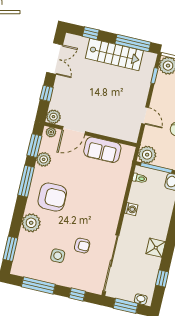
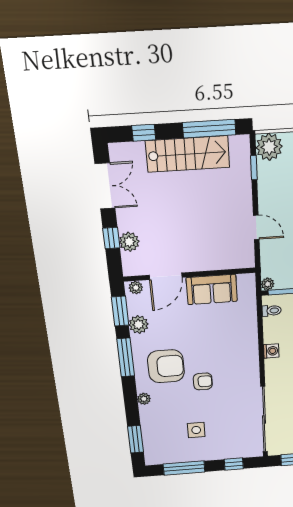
plant: (53, 117) -> (129, 242), moved
plant: (147, 155) -> (268, 284), width x0.53, depth x0.53
plant: (31, 223) -> (144, 399), width x0.53, depth x0.53
armchair: (82, 246) -> (203, 381), moved

